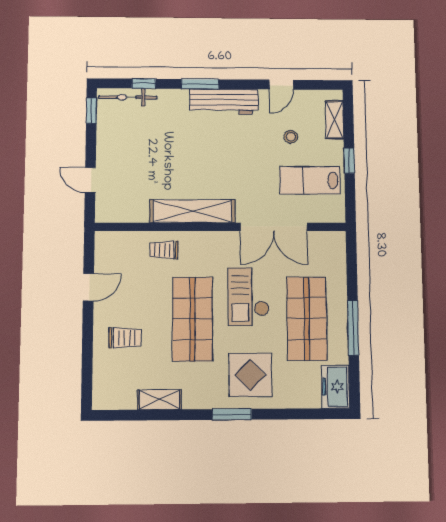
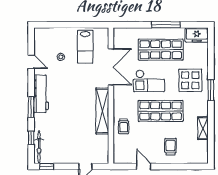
shelving: (334, 120) -> (51, 32), removed
window: (349, 161) -> (74, 25), removed

